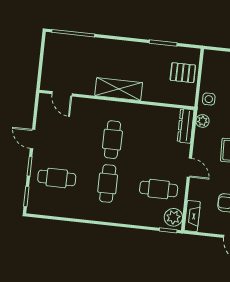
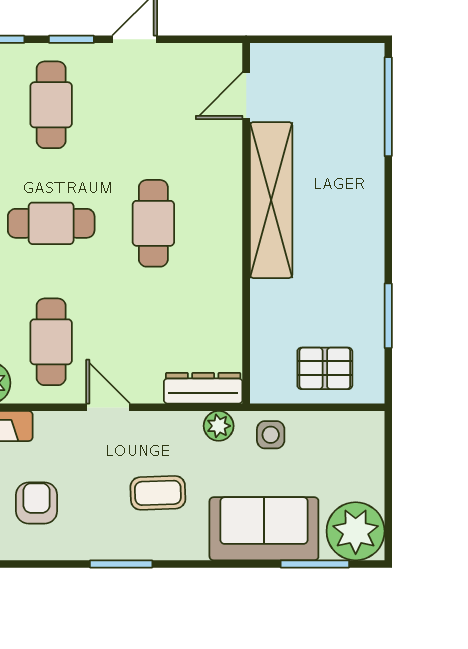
pallet: (183, 73) -> (325, 368), turned 90
shelving: (119, 89) -> (271, 200), width x1.47
cafe table: (112, 140) -> (153, 223), turned 90
door: (189, 168) -> (108, 407), swing flipped

